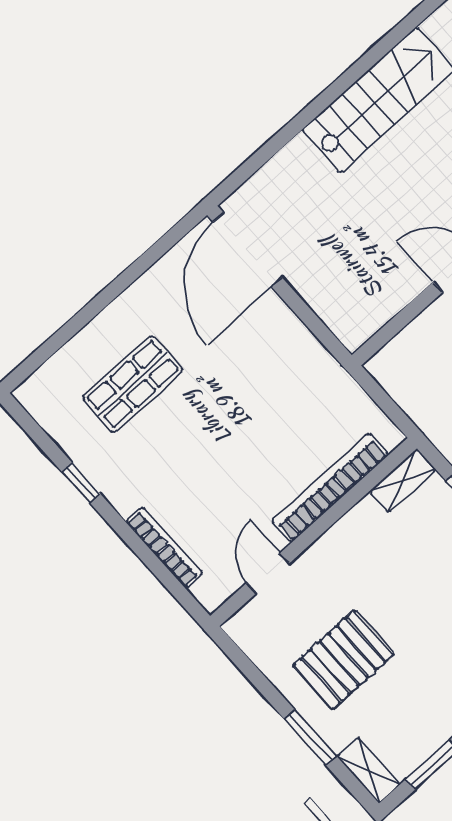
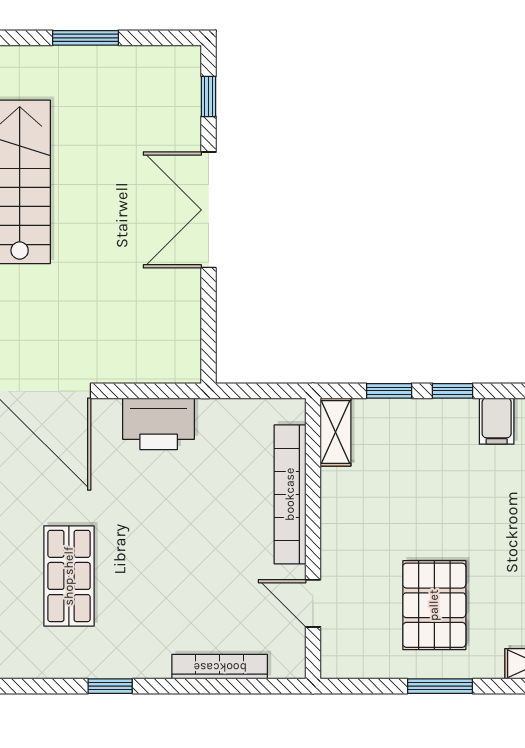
printer: (297, 351) -> (159, 424), added
window: (311, 738) -> (440, 686), moved

